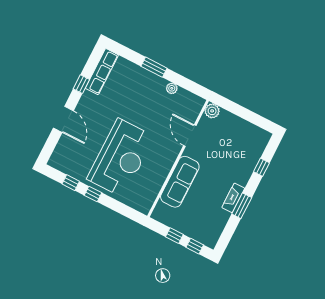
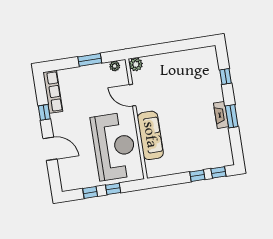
plant: (212, 111) -> (136, 64), moved
door: (190, 136) -> (133, 95), moved
wall: (178, 158) -> (136, 119), moved
sofa: (180, 182) -> (150, 135), moved

